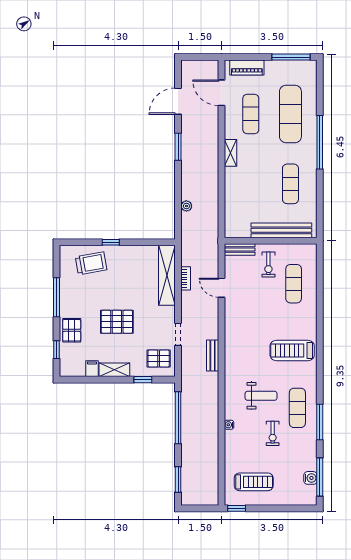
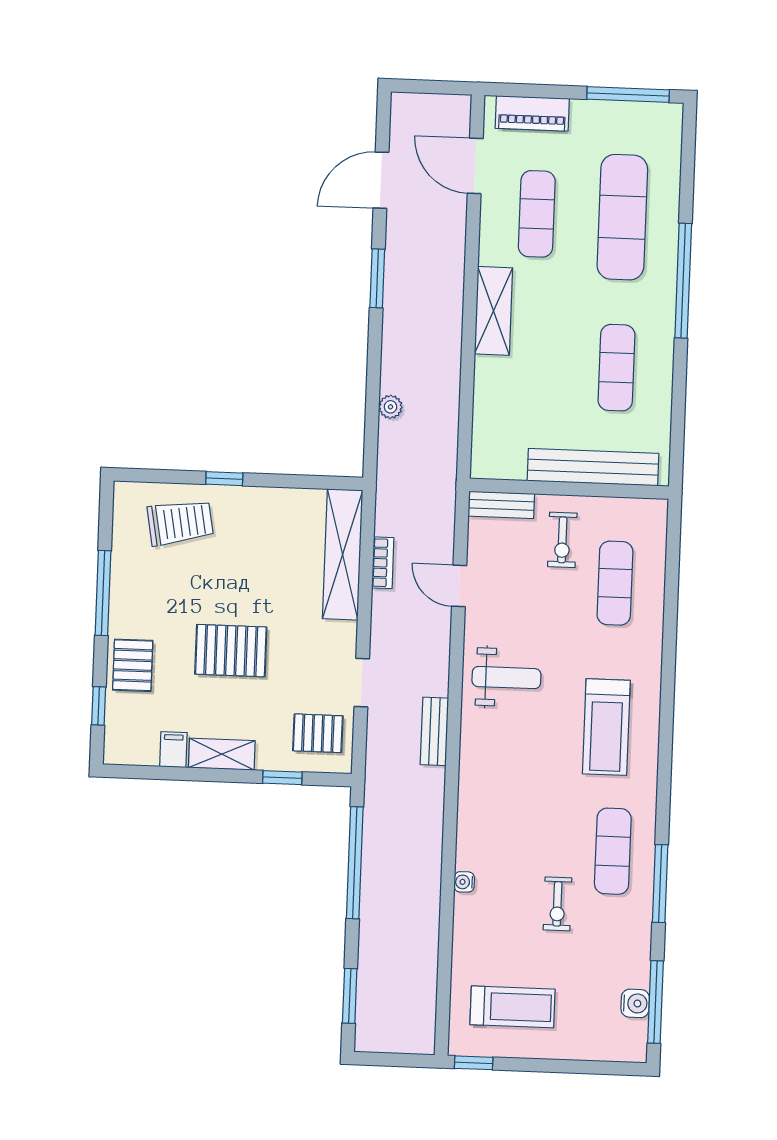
shelving: (230, 153) -> (493, 311), width x1.50, depth x1.33
treadmill: (292, 350) -> (606, 727), turned -90
weight bench: (261, 396) -> (506, 678), moved

